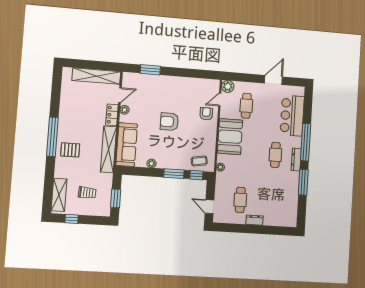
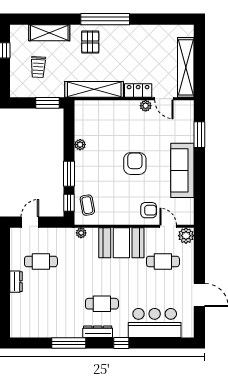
window: (306, 142) -> (121, 343), width x0.32
sofa: (127, 145) -> (182, 170), moved, turned 90
shelving: (59, 195) -> (49, 33), moved
window: (116, 198) -> (48, 103), moved

